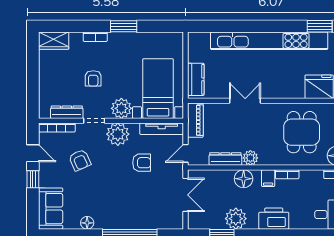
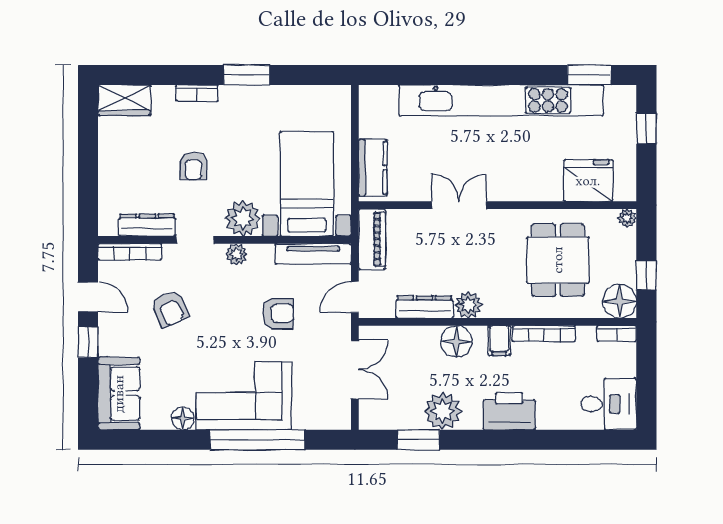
plant: (118, 134) -> (236, 254), width x0.53, depth x0.53
bookcase: (287, 174) -> (544, 334), width x1.56
corner sofa: (122, 210) -> (244, 396), added

